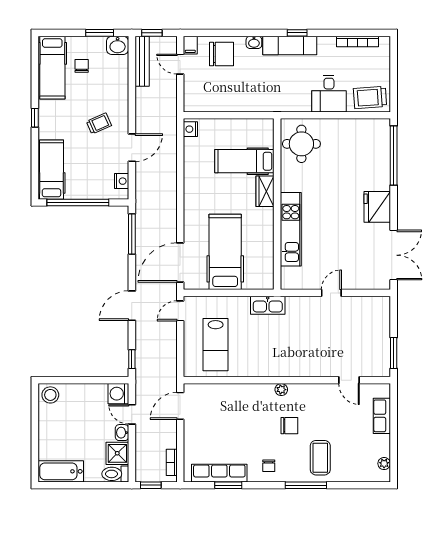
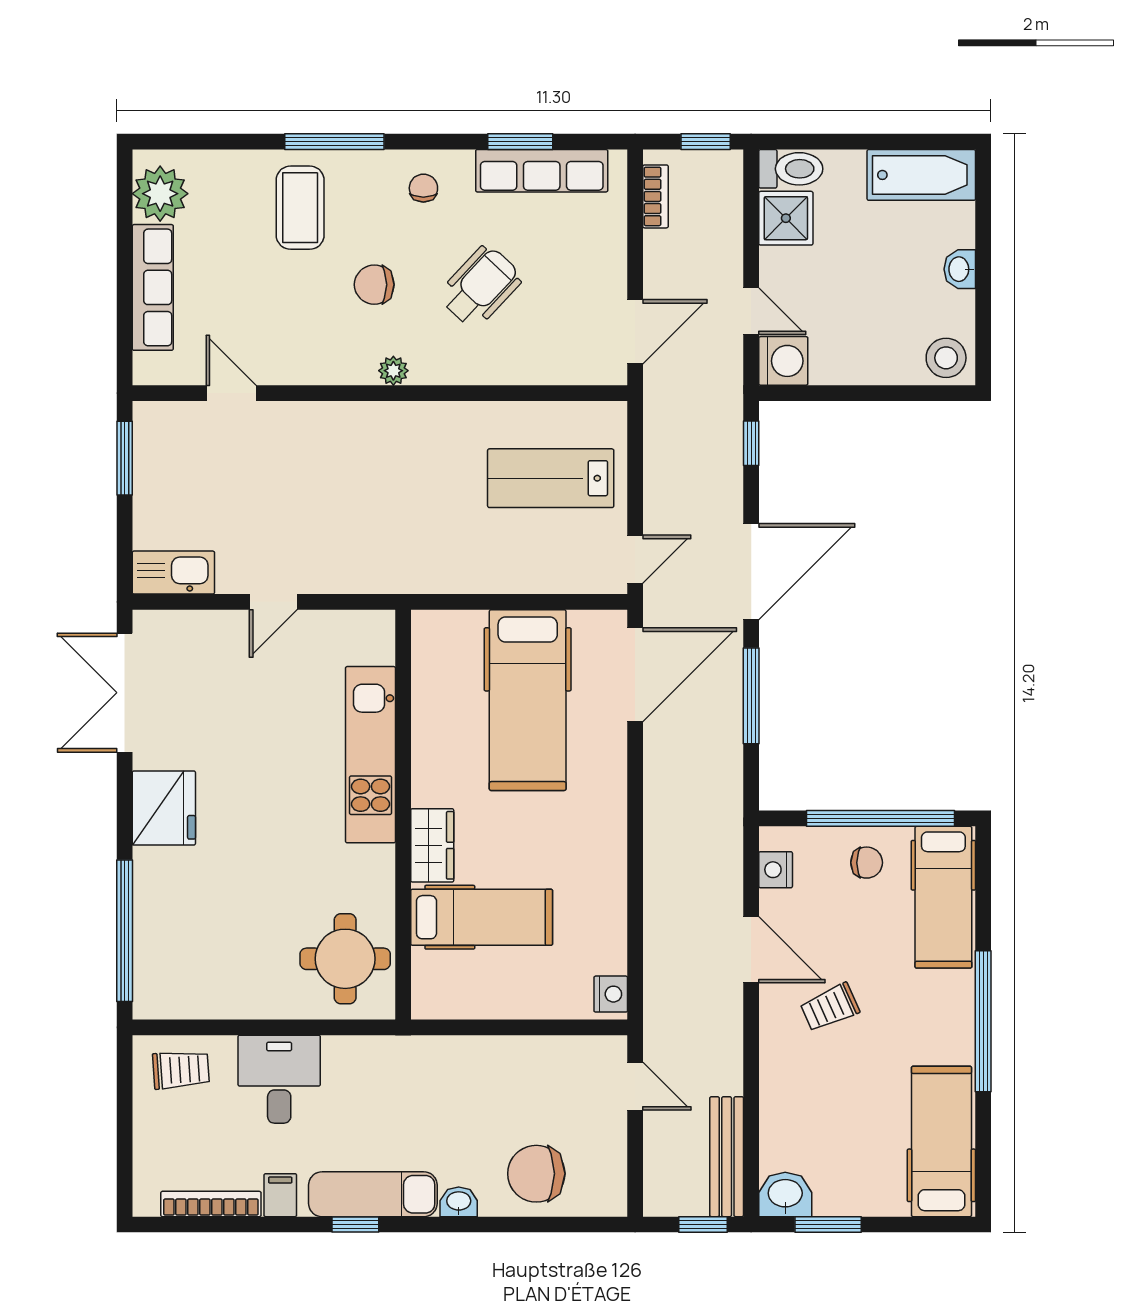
filing cabinet: (190, 45) -> (280, 1195), moved
door: (180, 64) -> (635, 1086), moved
chair: (82, 66) -> (867, 863), moved, turned -90
trolley: (370, 98) -> (181, 1070), width x0.73, depth x0.72
window: (35, 118) -> (983, 1021), width x3.17
door: (132, 148) -> (751, 950), swing flipped
window: (132, 234) -> (751, 696), moved
kitchen sink: (268, 305) -> (173, 573), moved
door: (132, 306) -> (751, 572), width x1.36
lab bench: (216, 345) -> (551, 478), turned -90
row of seats: (382, 416) -> (153, 287), width x1.48
wheelchair: (245, 425) -> (480, 287), added
washbasin: (122, 433) -> (960, 269), moved, turned 180
plant: (384, 464) -> (160, 194), width x1.88, depth x1.88

